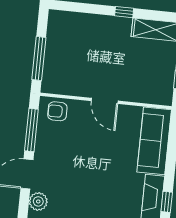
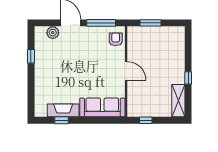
window: (39, 58) -> (150, 23), width x0.69
door: (105, 101) -> (126, 71), swing flipped

